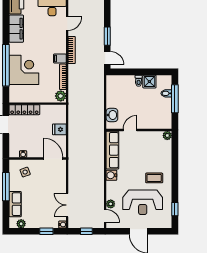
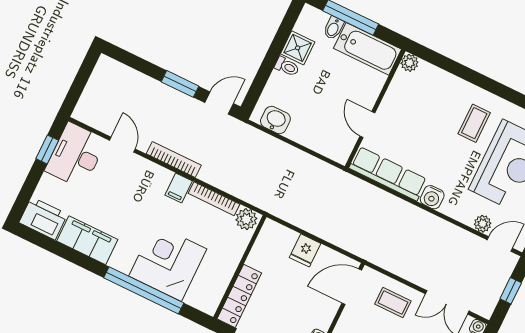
bathtub: (164, 113) -> (368, 49), added
washbasin: (112, 115) -> (275, 120), moved
coffee table: (55, 181) -> (393, 302), added

